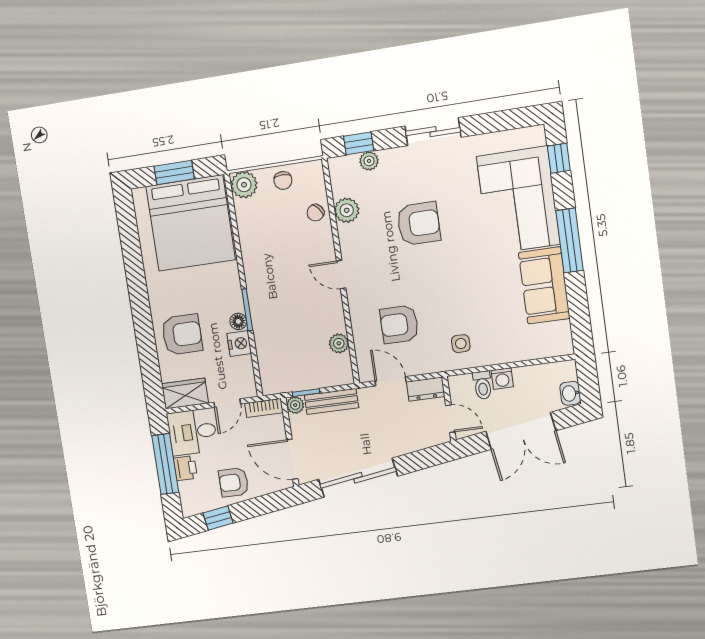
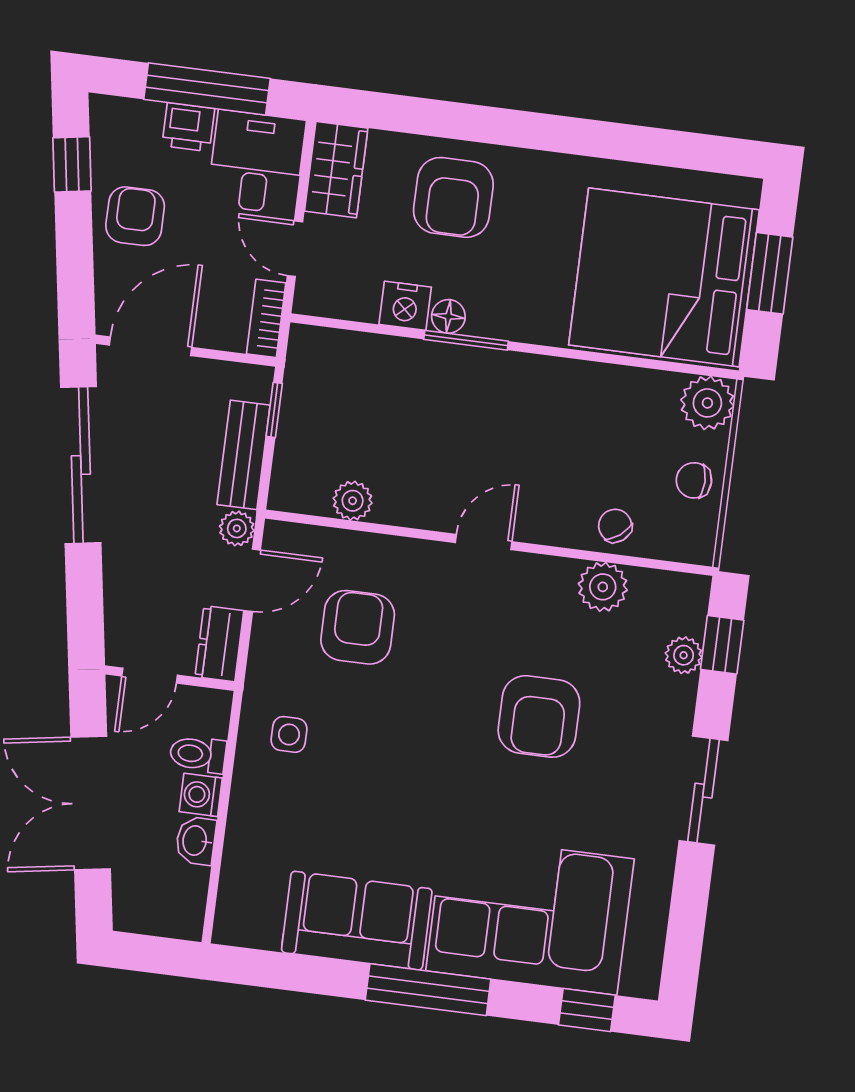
washbasin: (570, 393) -> (196, 841), moved, turned -90
plant: (295, 405) -> (237, 528), moved

